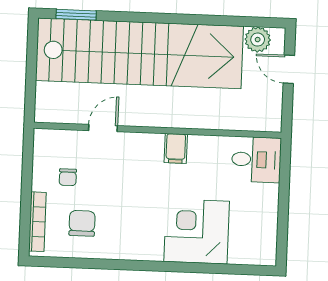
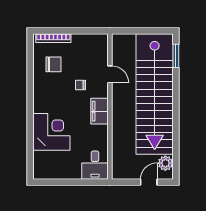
filing cabinet: (176, 149) -> (100, 111), width x2.00
chair: (68, 177) -> (80, 85), moved

